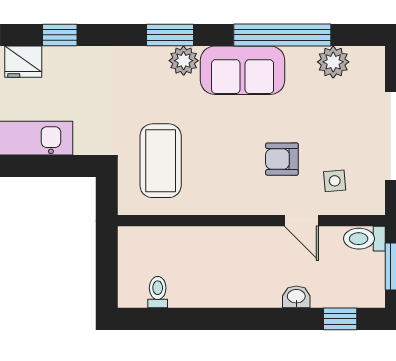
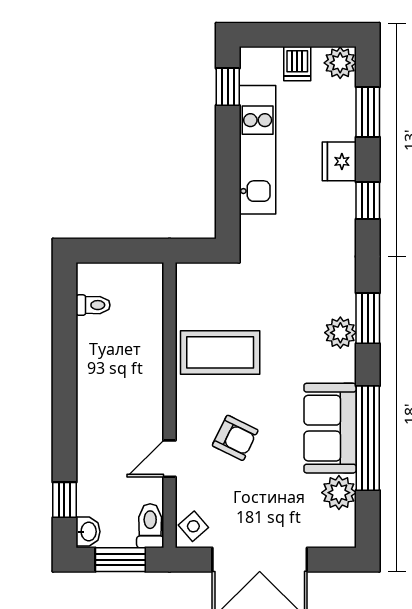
sofa: (243, 70) -> (330, 428), moved
armchair: (282, 159) -> (235, 438), turned 116
coffee table: (161, 161) -> (220, 352), moved
side table: (335, 181) -> (193, 526), moved, turned -36
washbasin: (296, 297) -> (88, 532), moved

